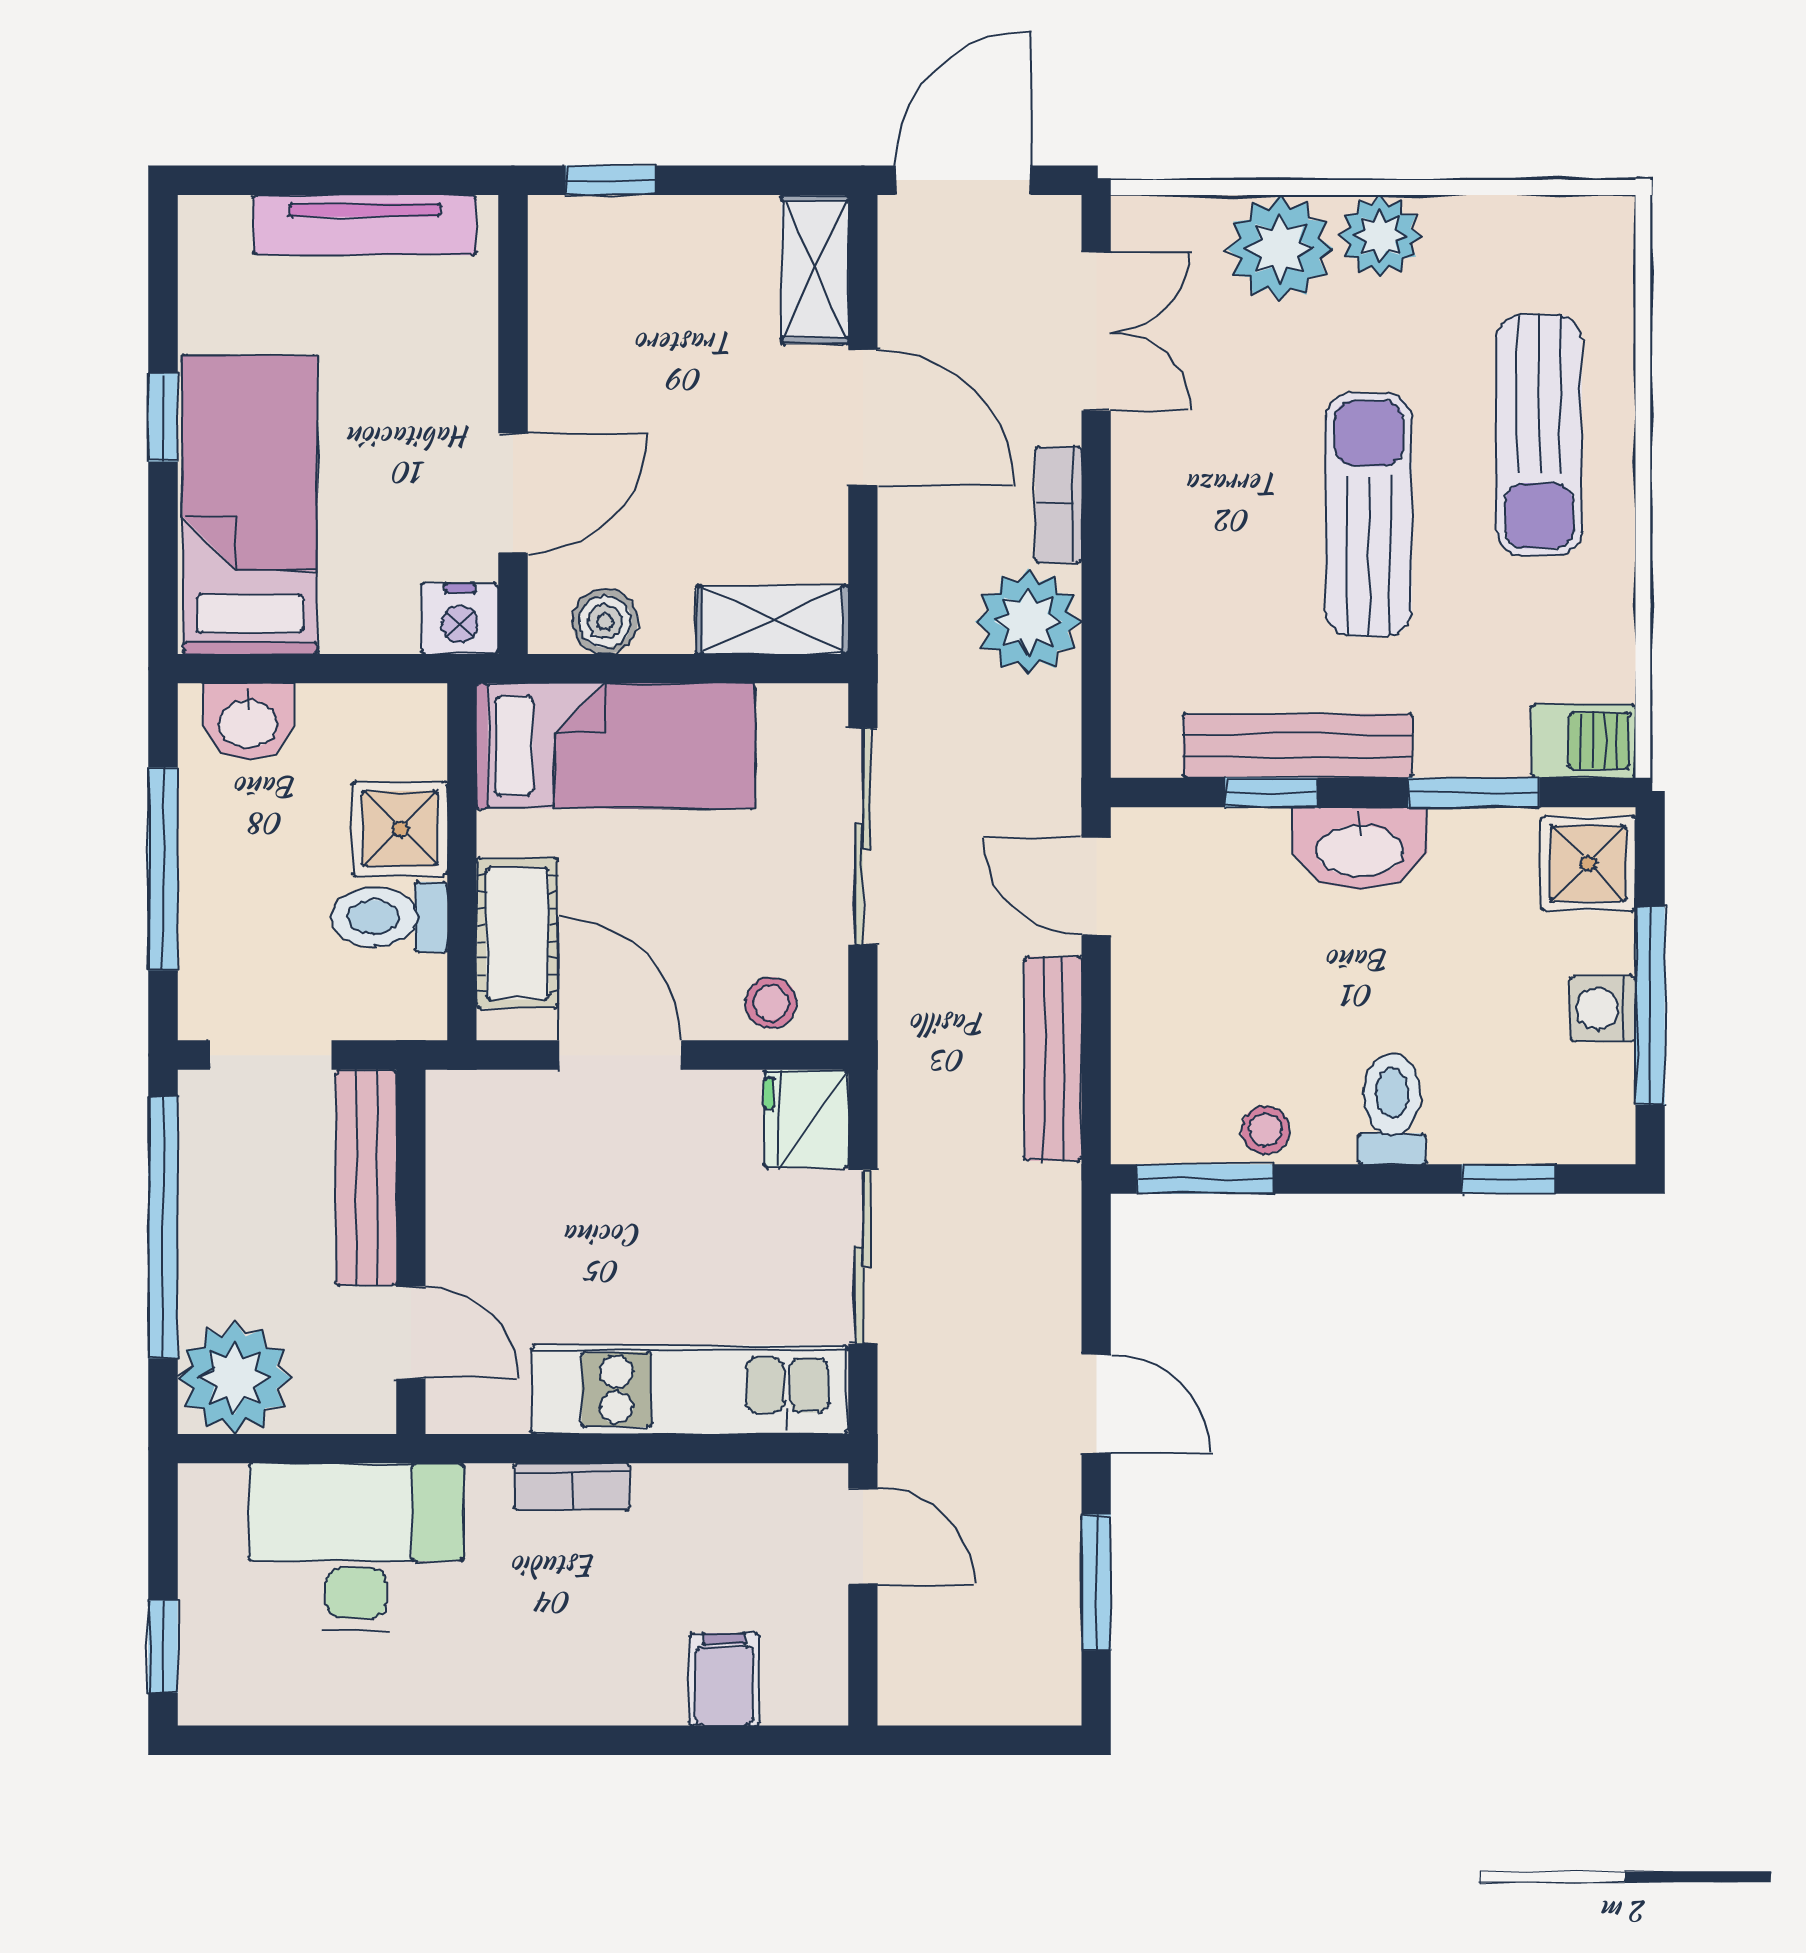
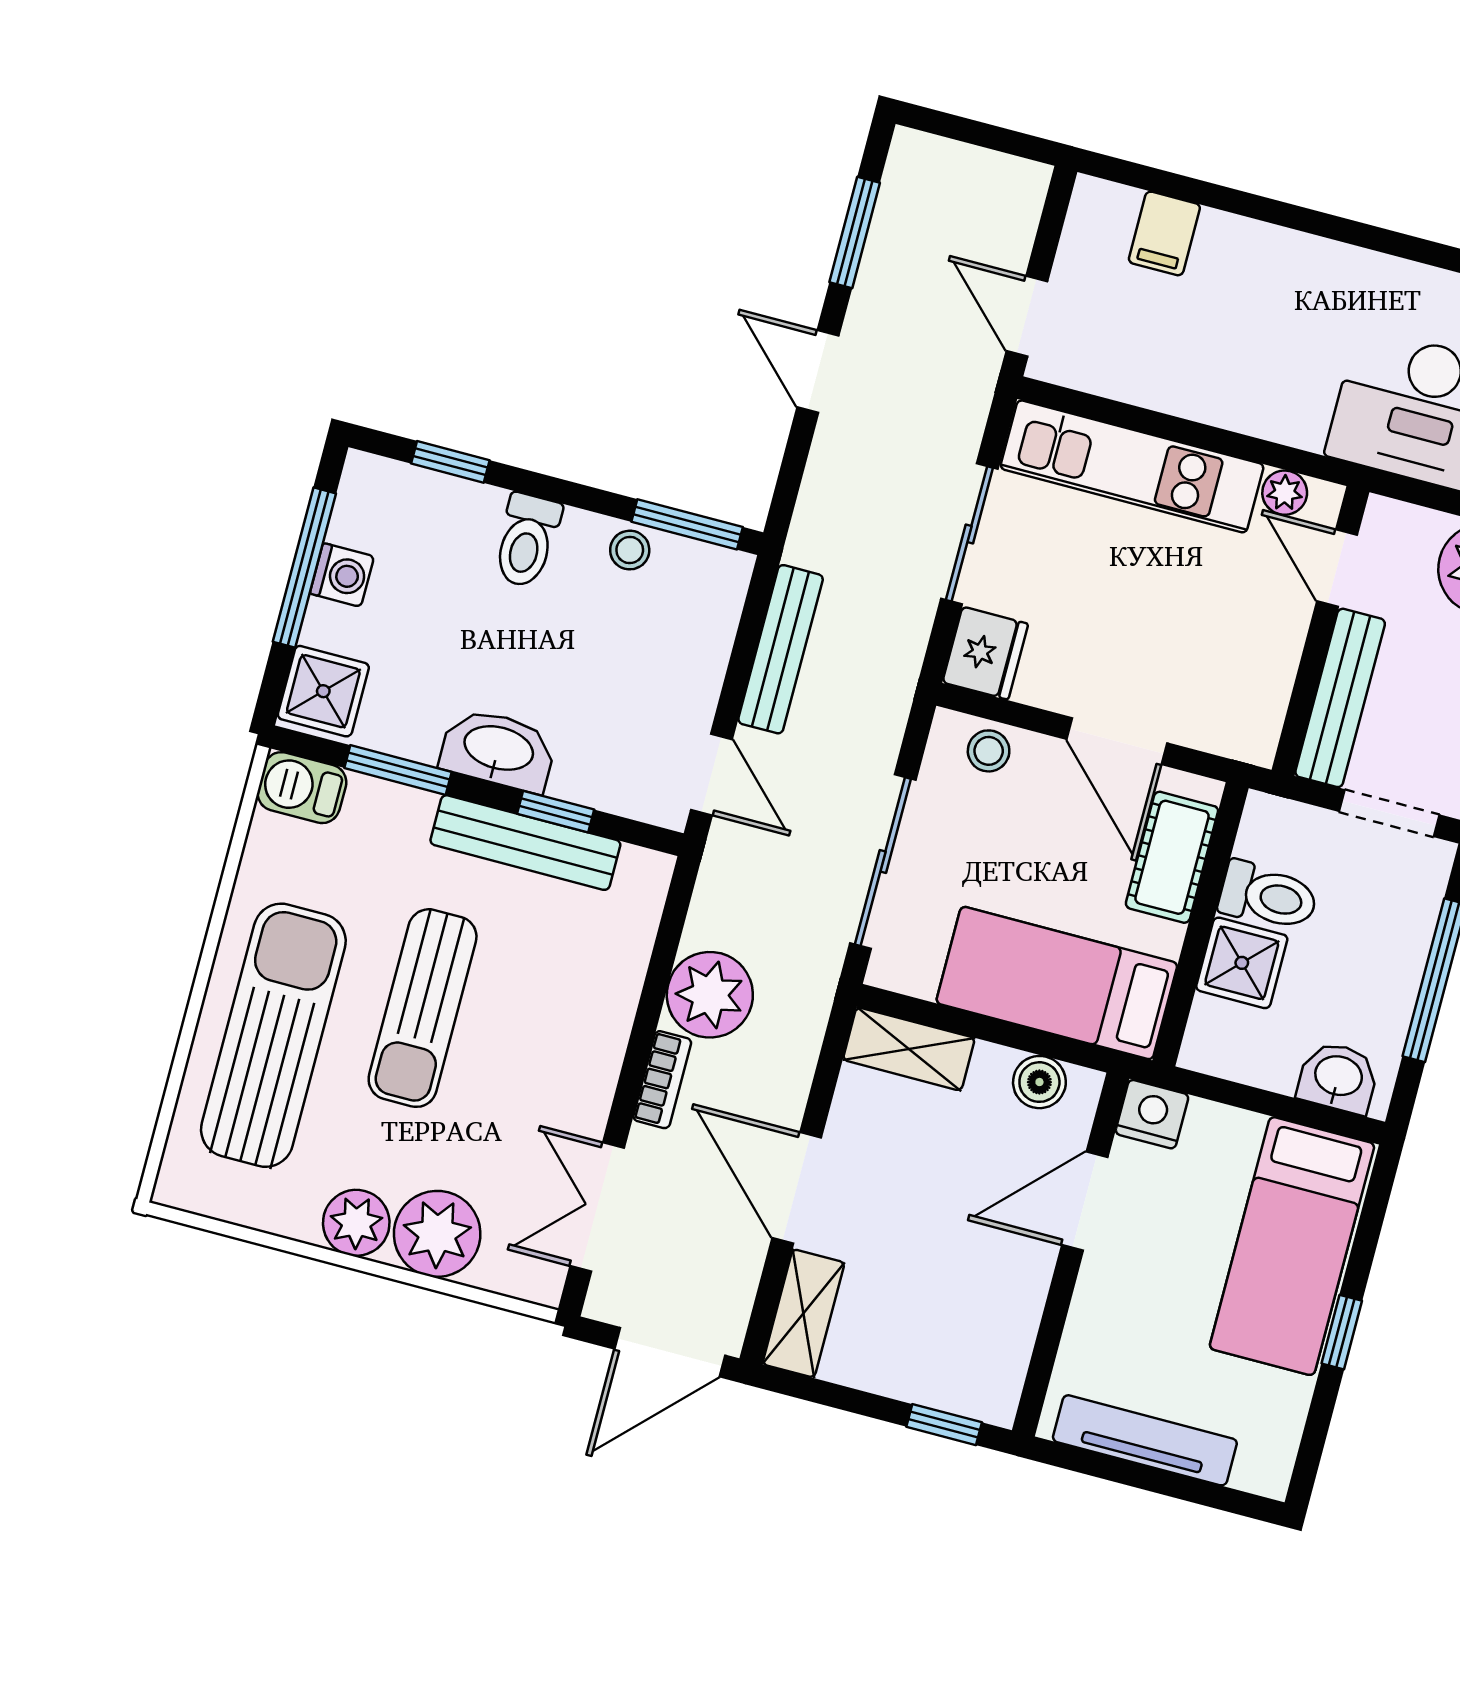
sun lounger: (1539, 435) -> (273, 1035), width x1.36, depth x1.34
plant: (498, 1406) -> (1285, 493), added
bookcase: (572, 1486) -> (1243, 415), removed

